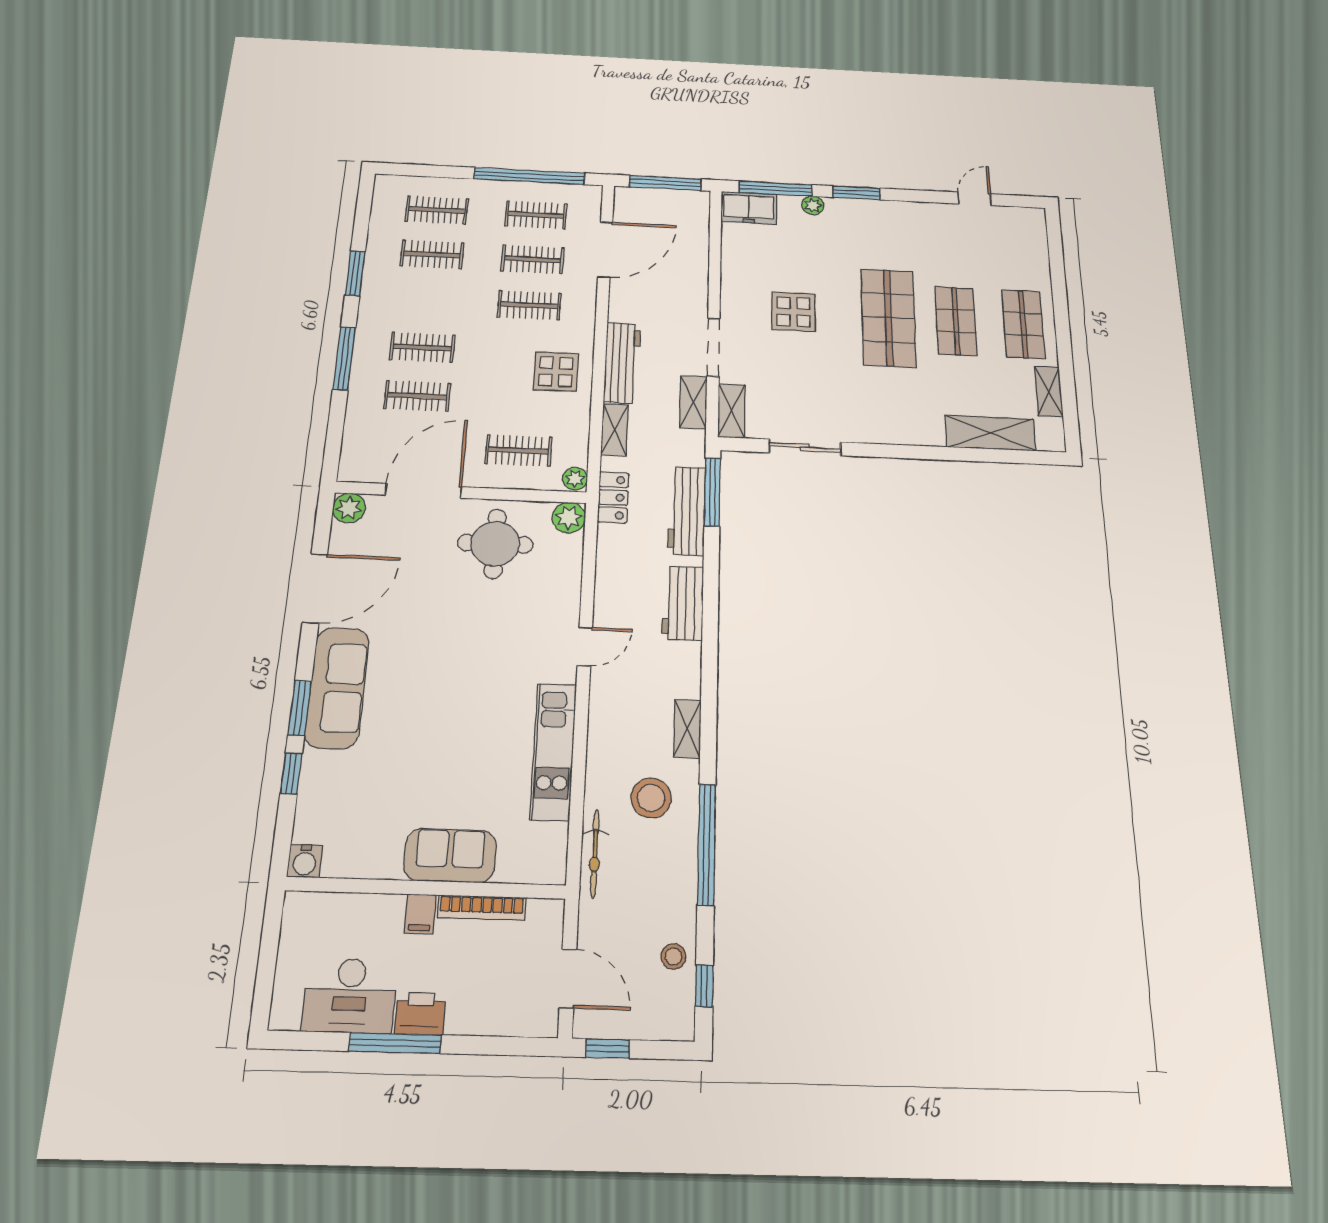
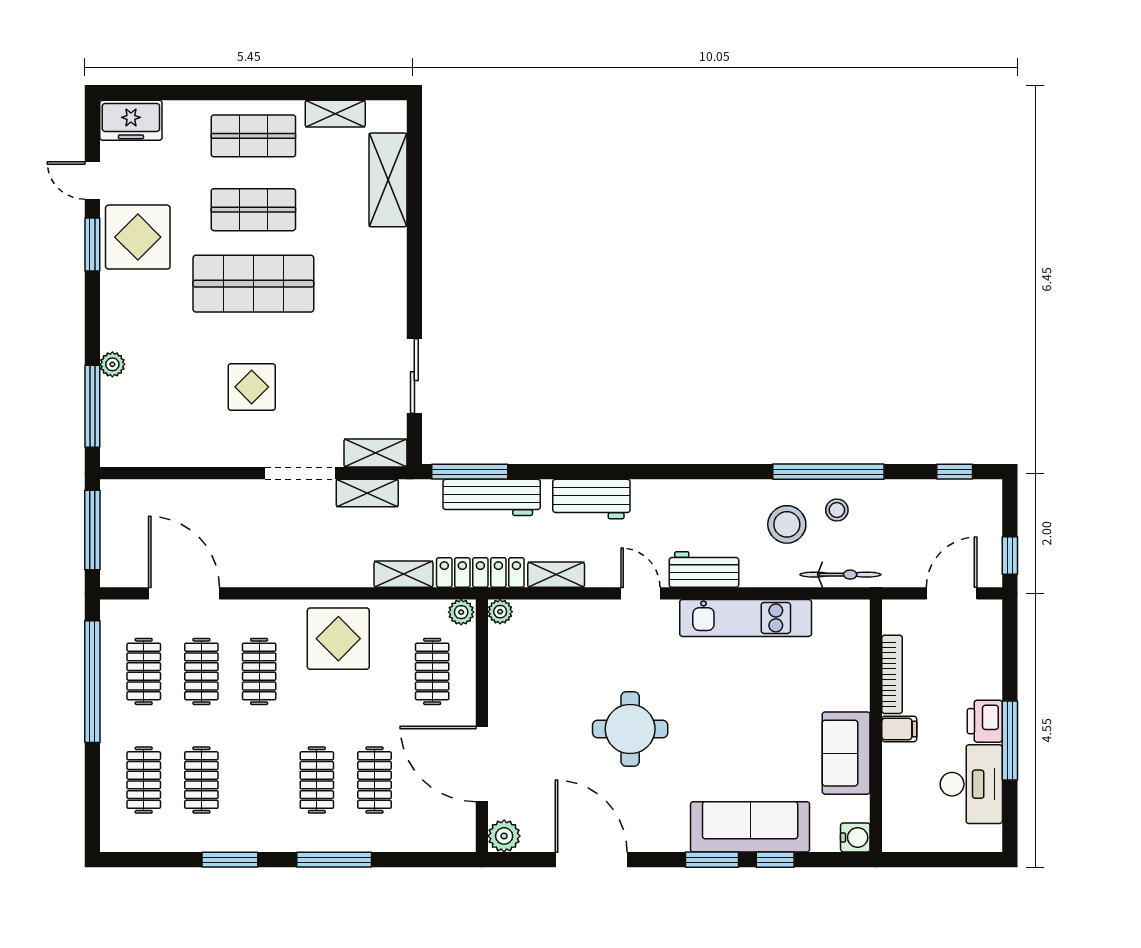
window: (857, 193) -> (92, 244), moved
freezer: (749, 208) -> (131, 120), moved, turned 90
display table: (927, 230) -> (138, 237), added
workbench: (622, 363) -> (704, 570), moved, width x0.73
display table: (556, 372) -> (338, 639), width x1.36, depth x1.36
locker: (613, 497) -> (480, 572), width x1.53
plant: (569, 518) -> (500, 612), width x0.73, depth x0.73
round table: (495, 544) -> (630, 729), moved
sofa: (337, 688) -> (750, 827), moved
shelving: (687, 729) -> (556, 575), moved
sofa: (450, 855) -> (846, 753), moved
stool: (673, 957) -> (837, 510), moved

